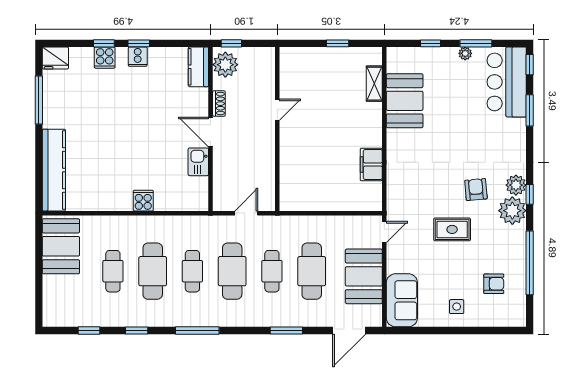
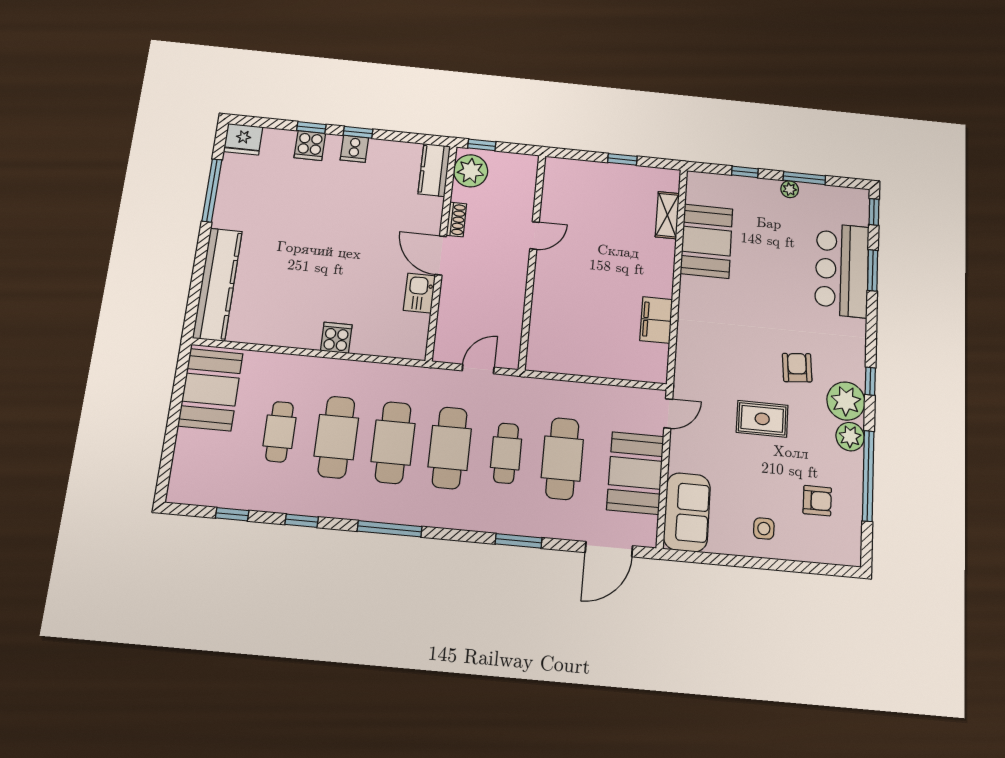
bar counter: (507, 82) -> (842, 270), moved
plant: (516, 185) -> (850, 437), moved
cafe table: (192, 271) -> (393, 442), width x1.37, depth x1.35

